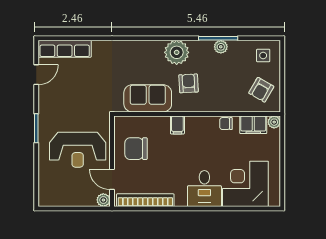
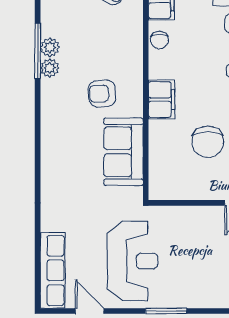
plant: (177, 52) -> (50, 68), moved, width x0.53, depth x0.53
filing cabinet: (177, 125) -> (162, 100), width x2.00
chair: (136, 149) -> (208, 142), moved
reception desk: (78, 150) -> (132, 261), moved

